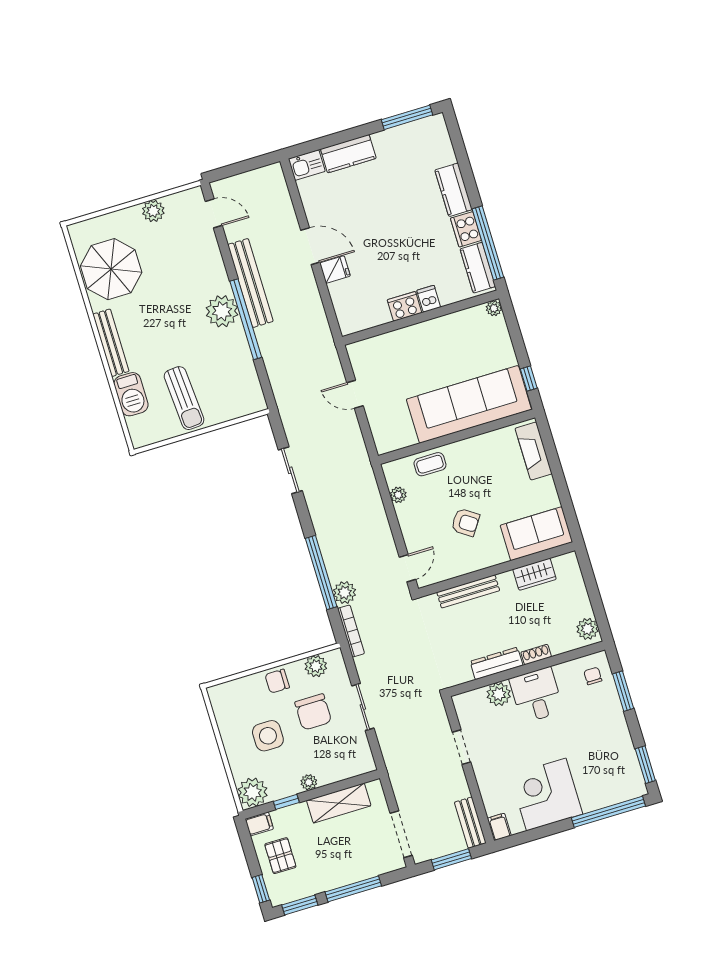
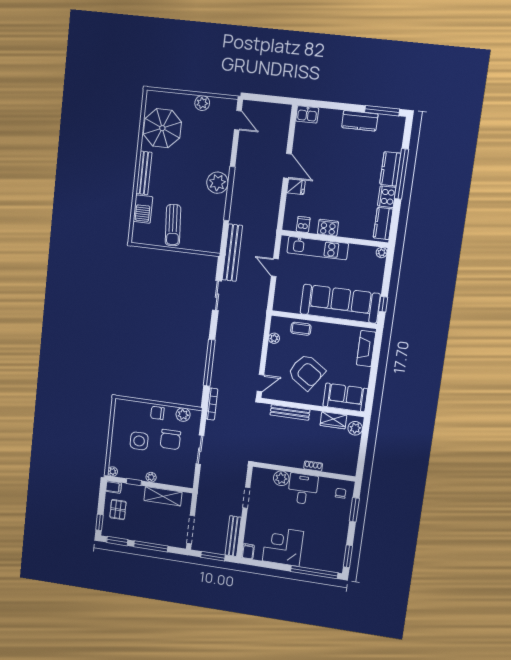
kitchen counter: (348, 154) -> (360, 121), moved
window: (488, 243) -> (401, 174), moved
bench: (250, 283) -> (232, 253), moved
dishwasher: (429, 299) -> (303, 225), moved
kitchen unit: (403, 341) -> (318, 248), added
armchair: (465, 522) -> (306, 372), width x1.88, depth x1.88
plant: (345, 593) -> (218, 380), removed
plant: (588, 629) -> (355, 428), moved
dresser: (496, 663) -> (288, 461), removed
plant: (253, 792) -> (113, 472), width x0.53, depth x0.53
bench: (470, 823) -> (233, 536), width x1.36

